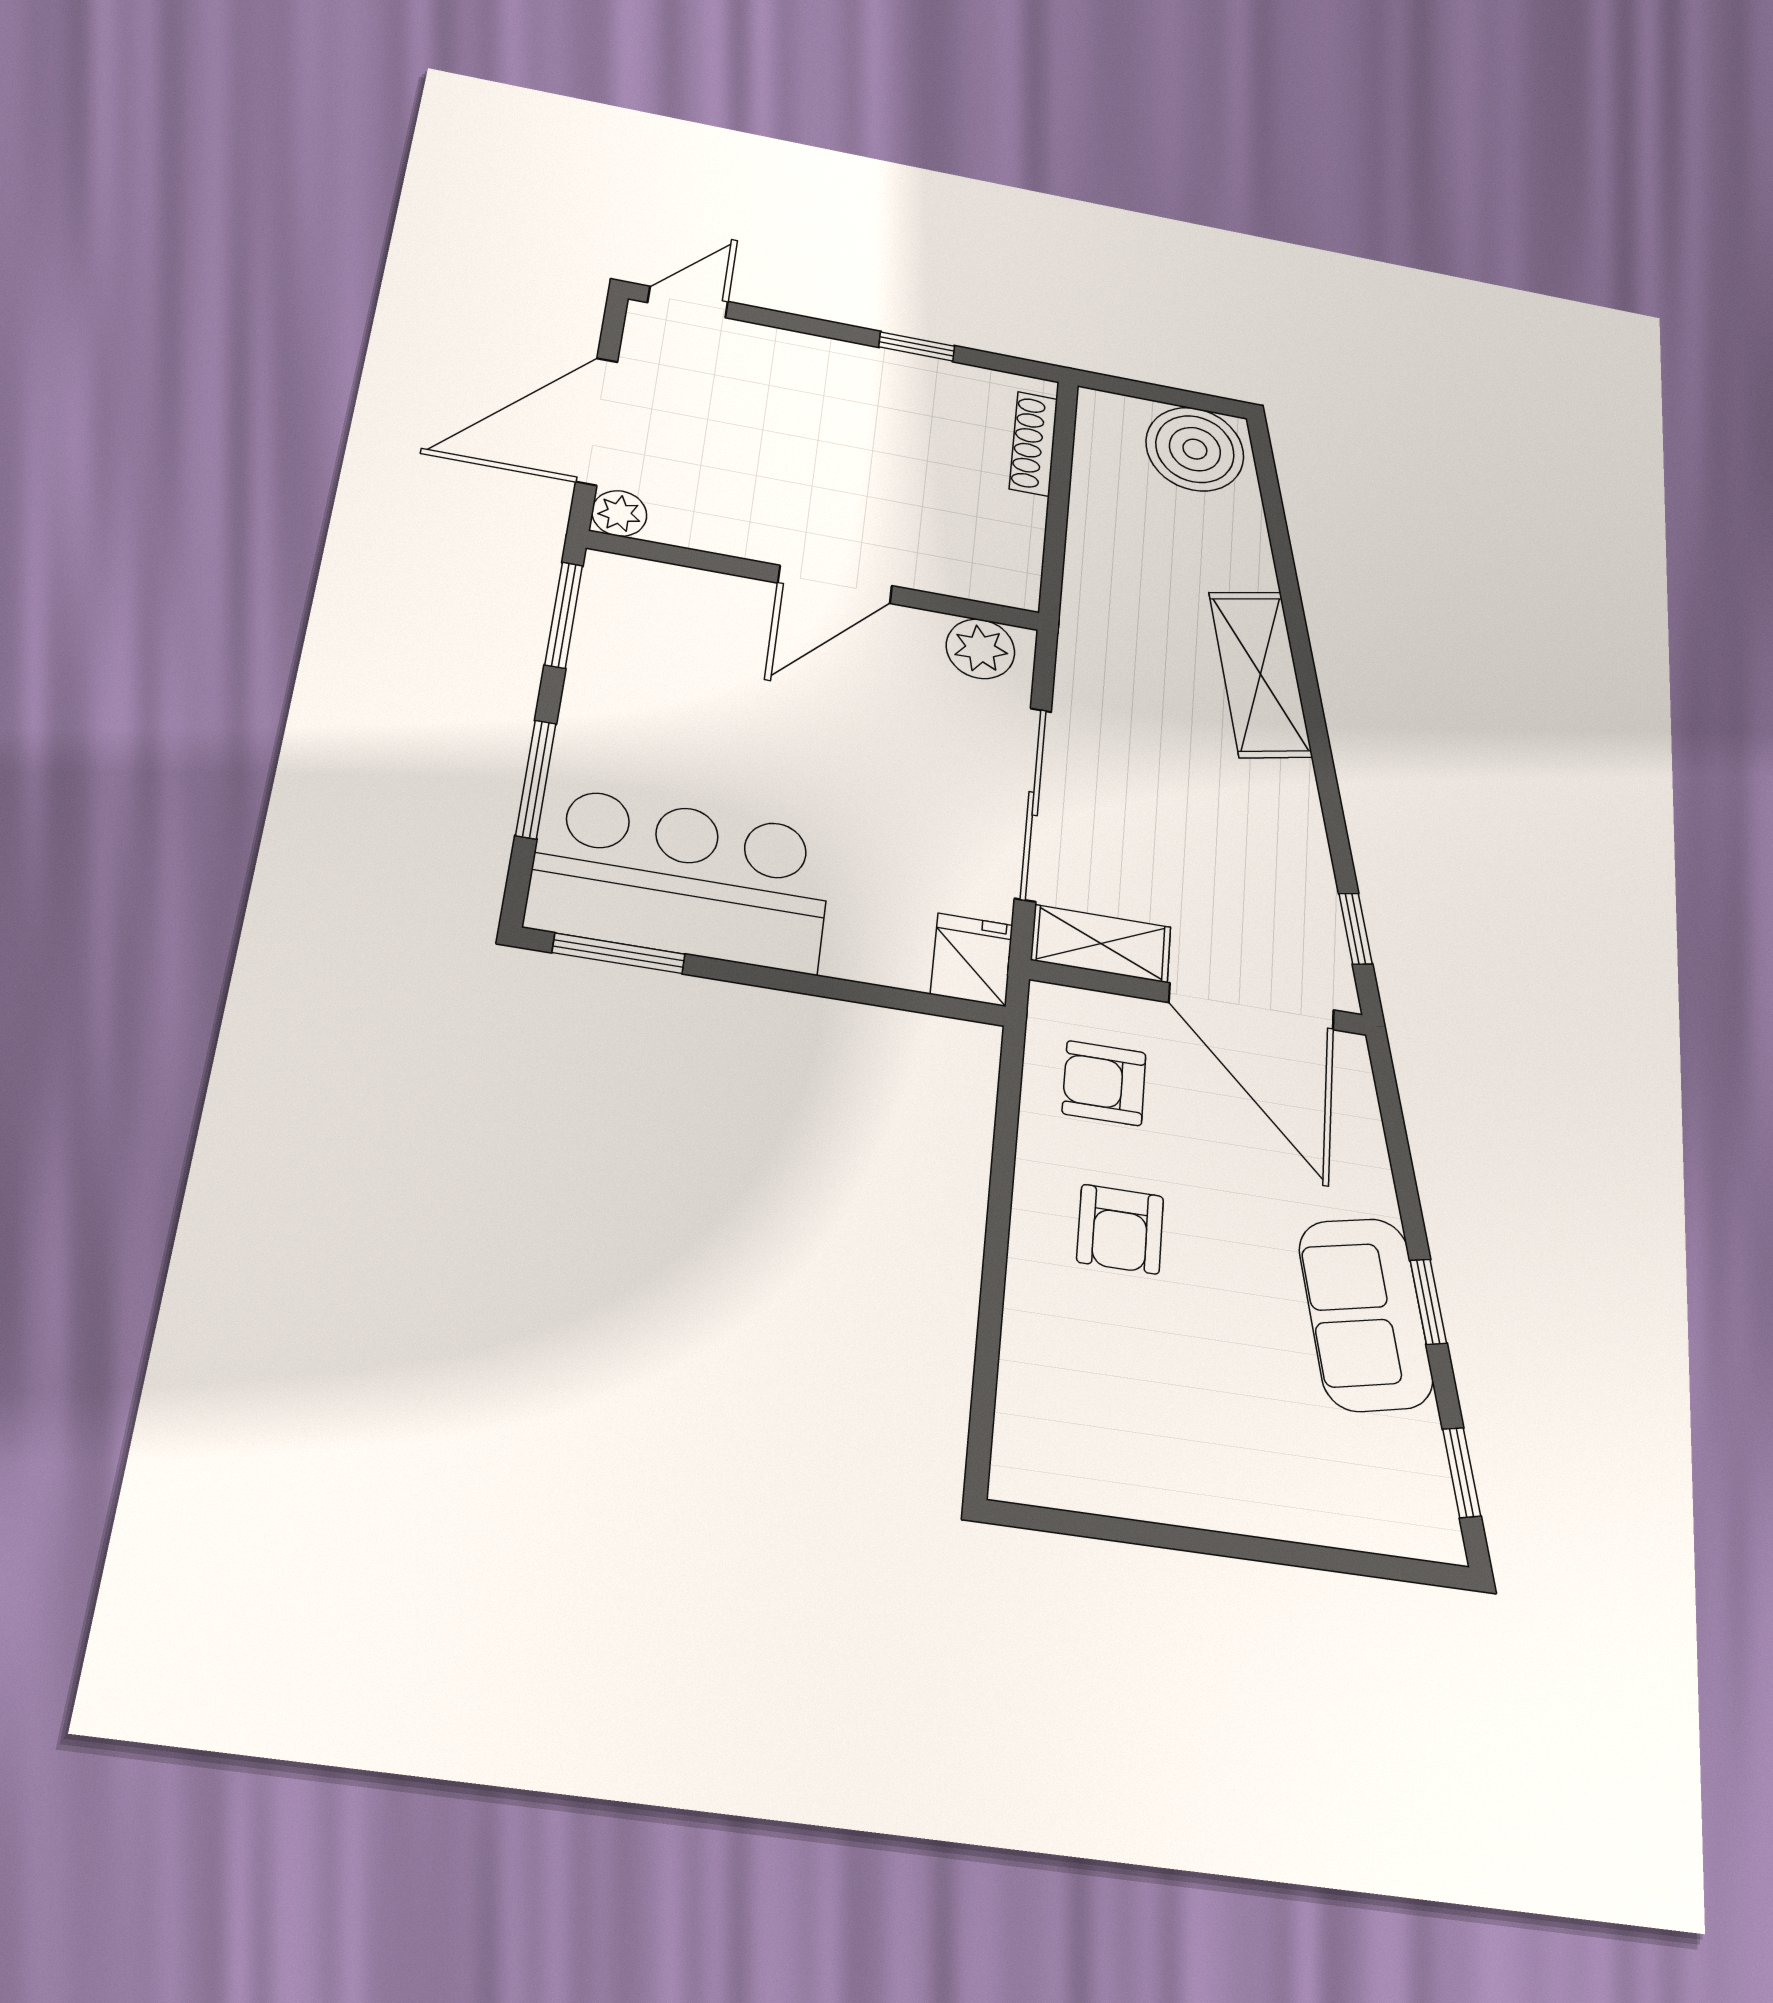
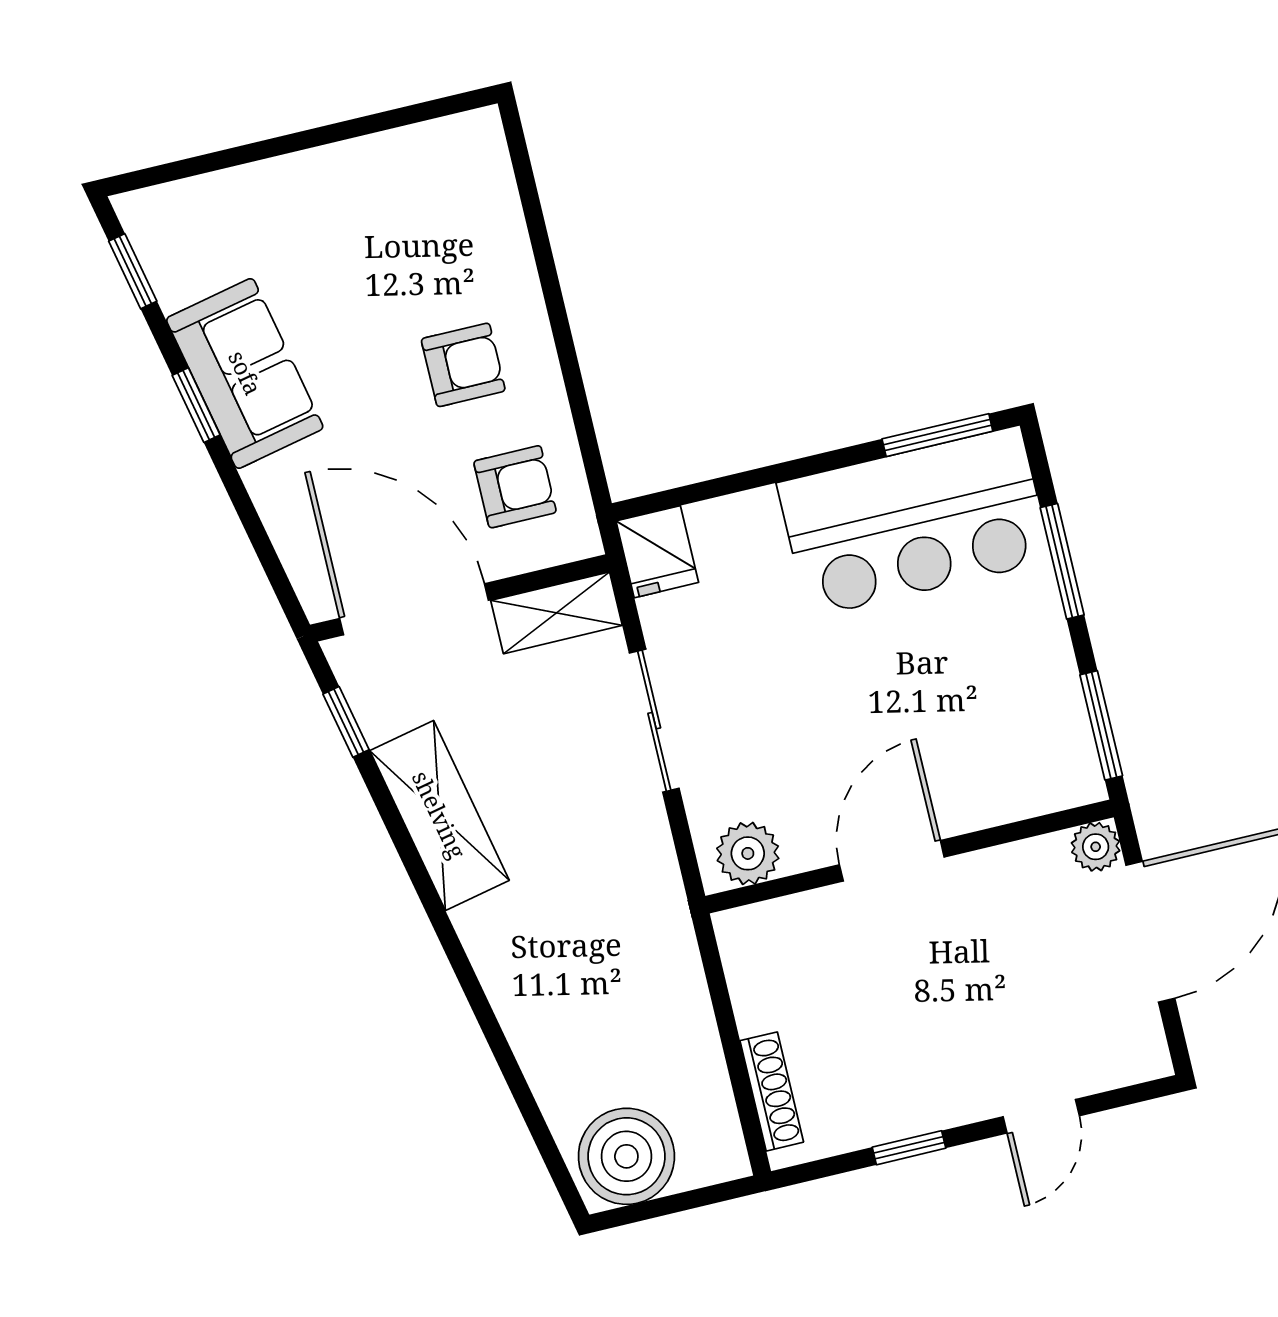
door: (688, 302) -> (1041, 1116), moved
shelving: (1260, 674) -> (439, 815), moved
sliding door: (1033, 804) -> (654, 721), width x0.73
armchair: (1120, 1229) -> (463, 365), turned 90

